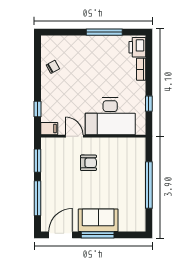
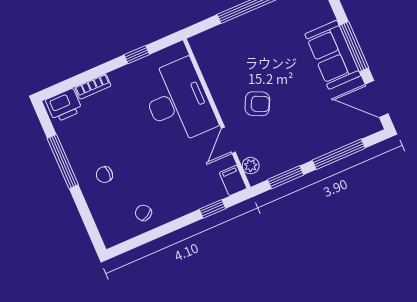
chair: (86, 53) -> (104, 175), added
plant: (53, 143) -> (251, 166), added
armchair: (88, 163) -> (257, 104), turned 116

